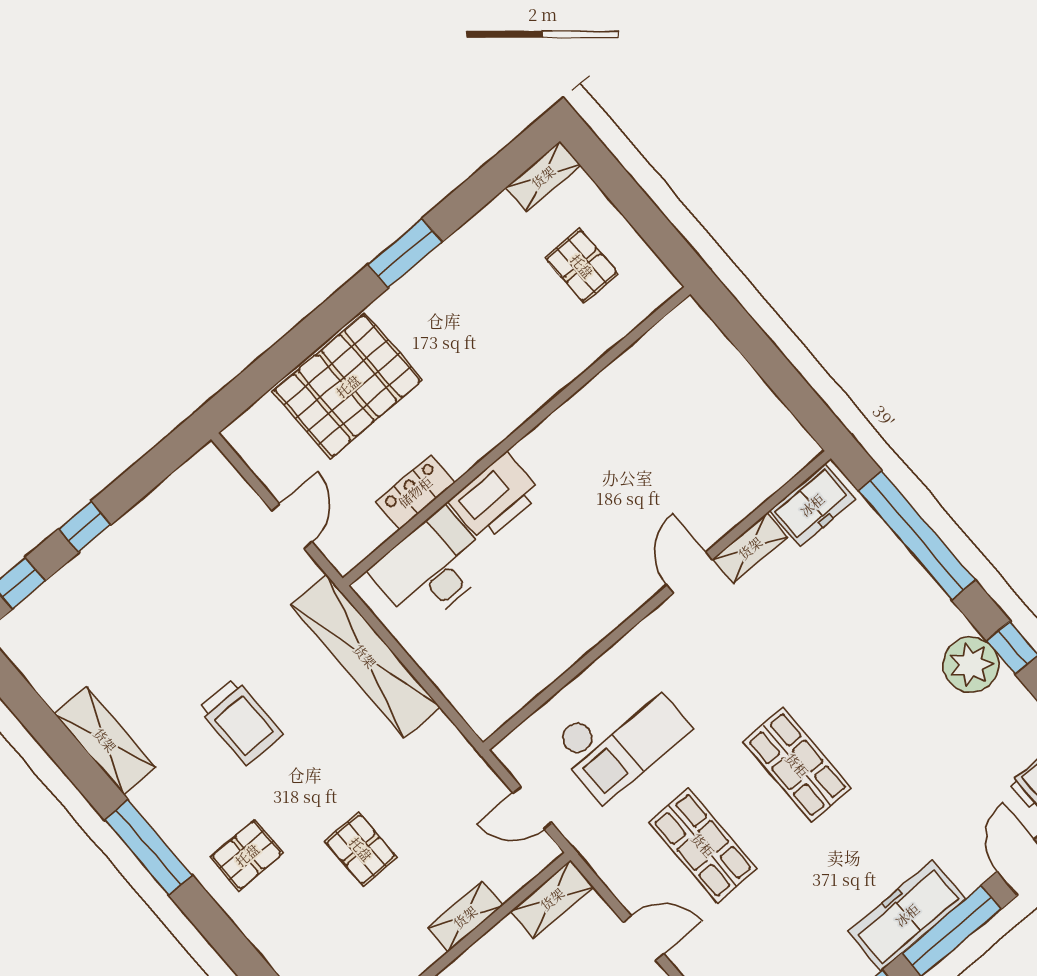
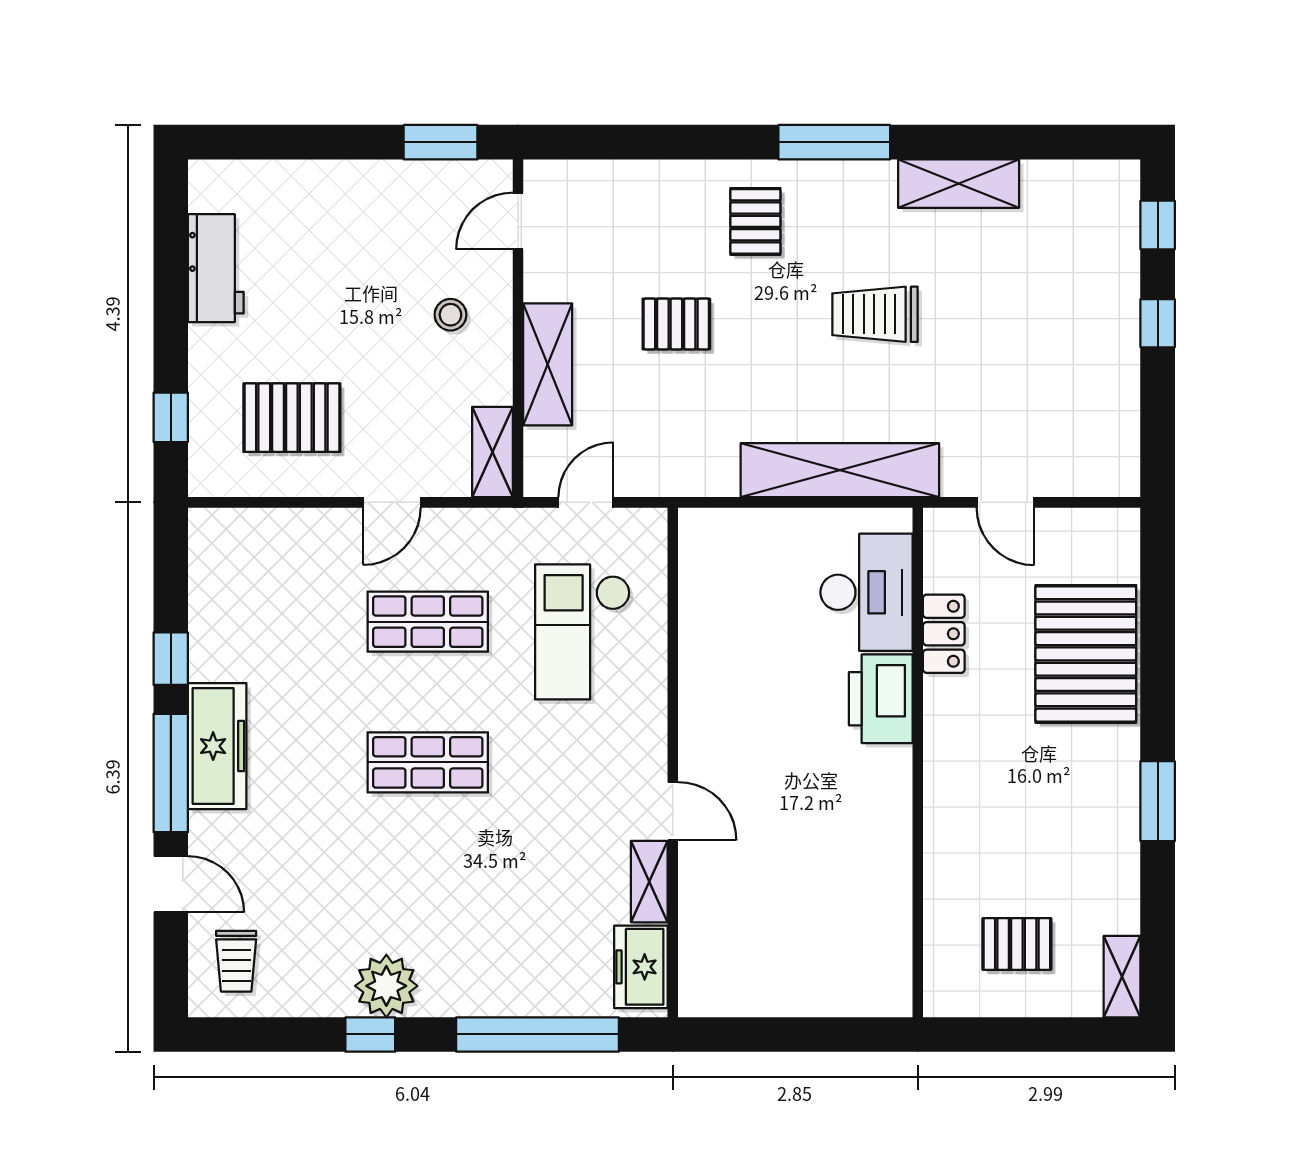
shelving: (465, 917) -> (548, 364), width x1.50, depth x1.33

